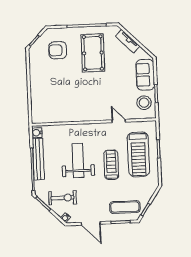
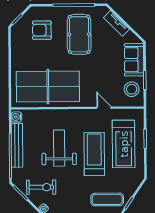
table tennis table: (65, 103) -> (48, 87), added
treadmill: (111, 165) -> (94, 154), width x1.37, depth x1.37

